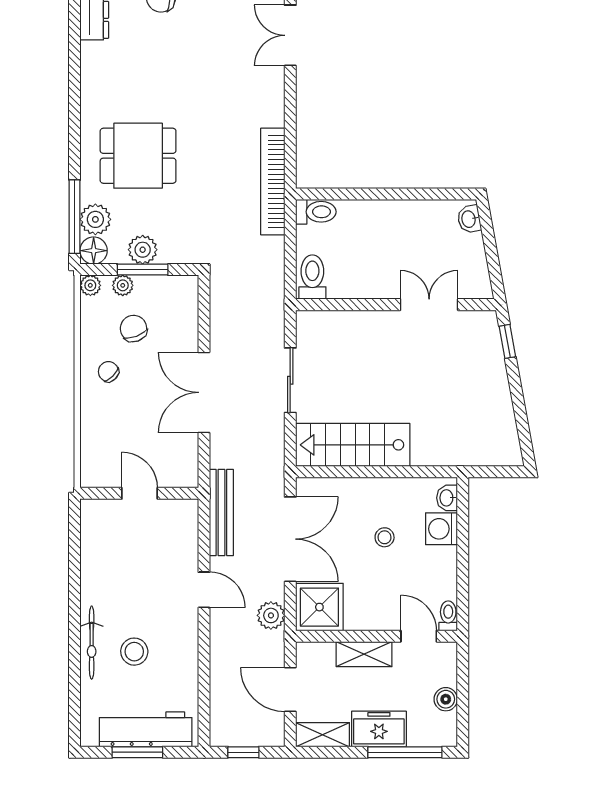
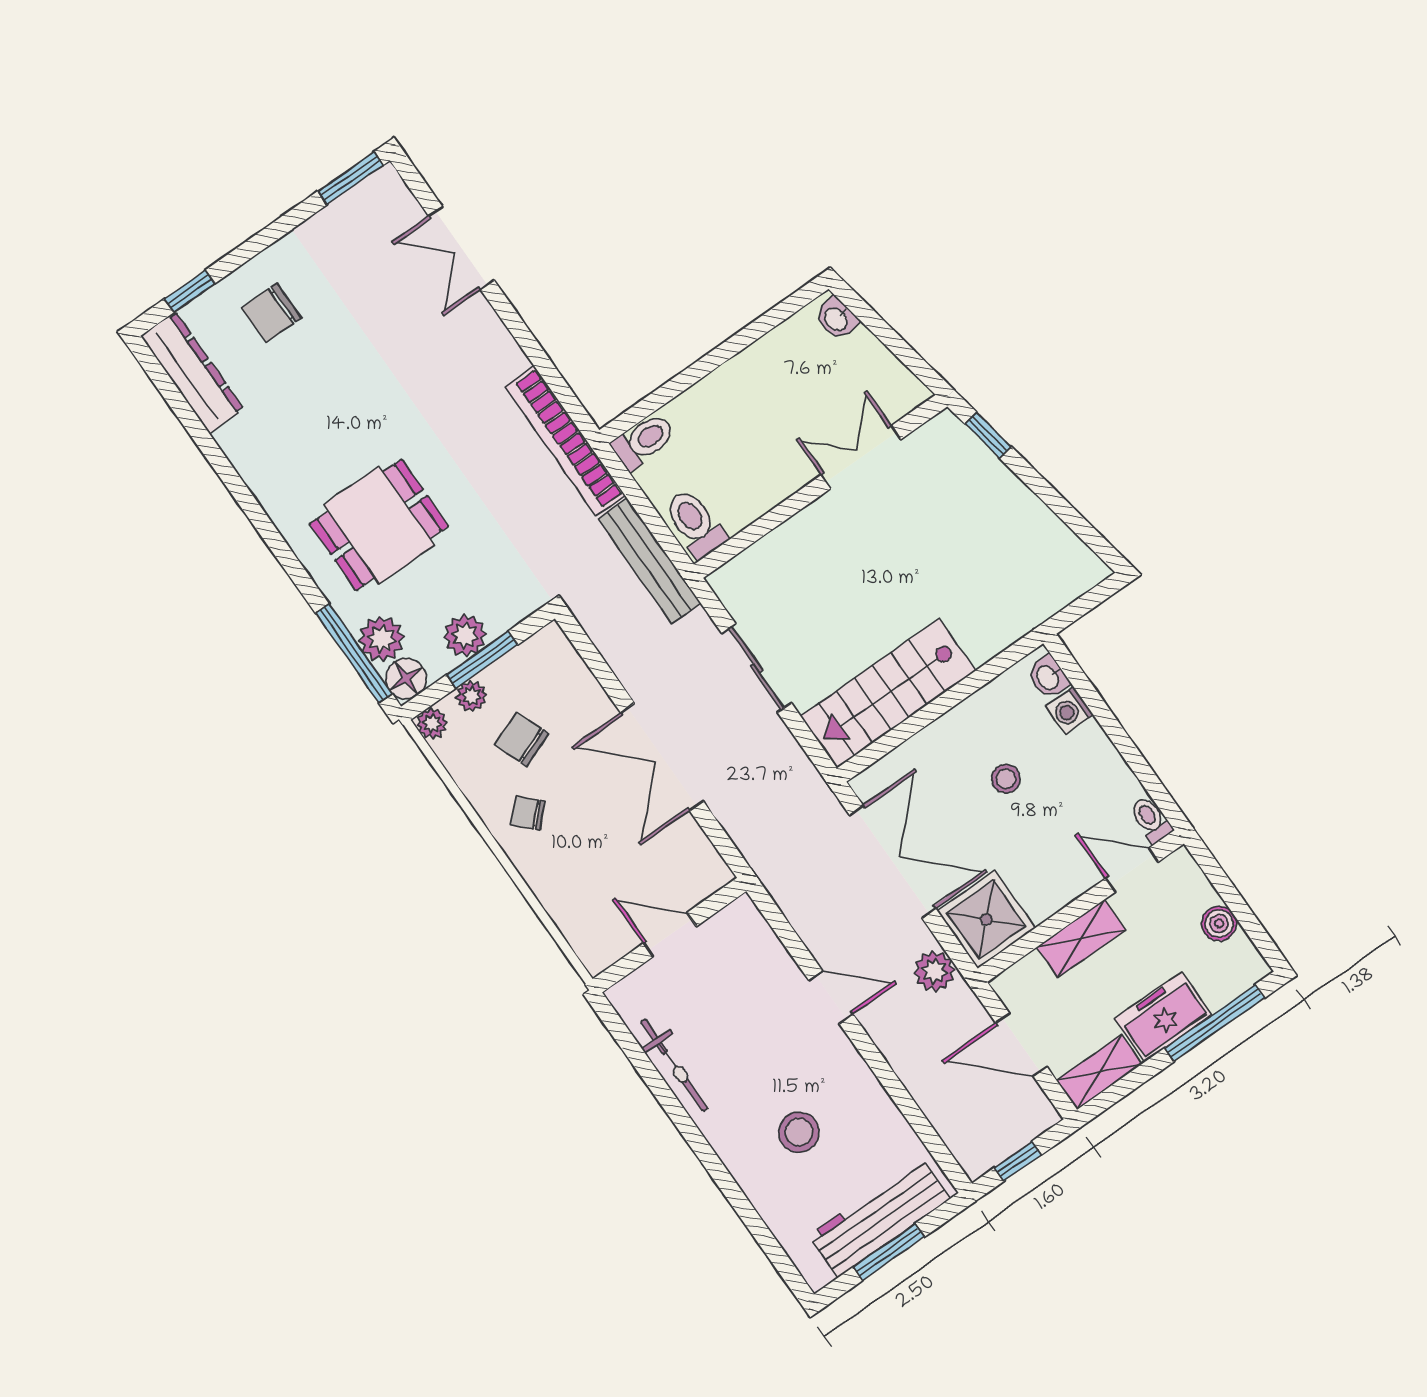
bench: (221, 513) -> (650, 561), moved
washing machine: (441, 529) -> (1070, 711), width x0.73, depth x0.73
bicycle: (92, 643) -> (674, 1065), moved

